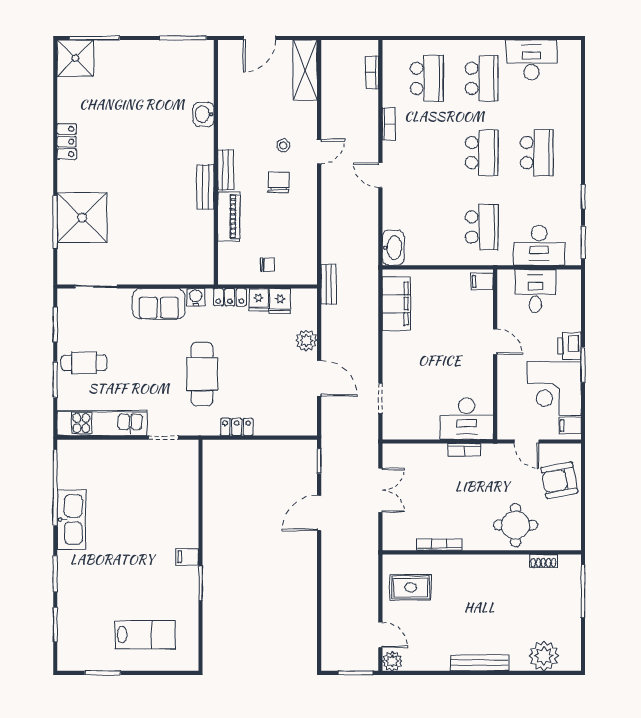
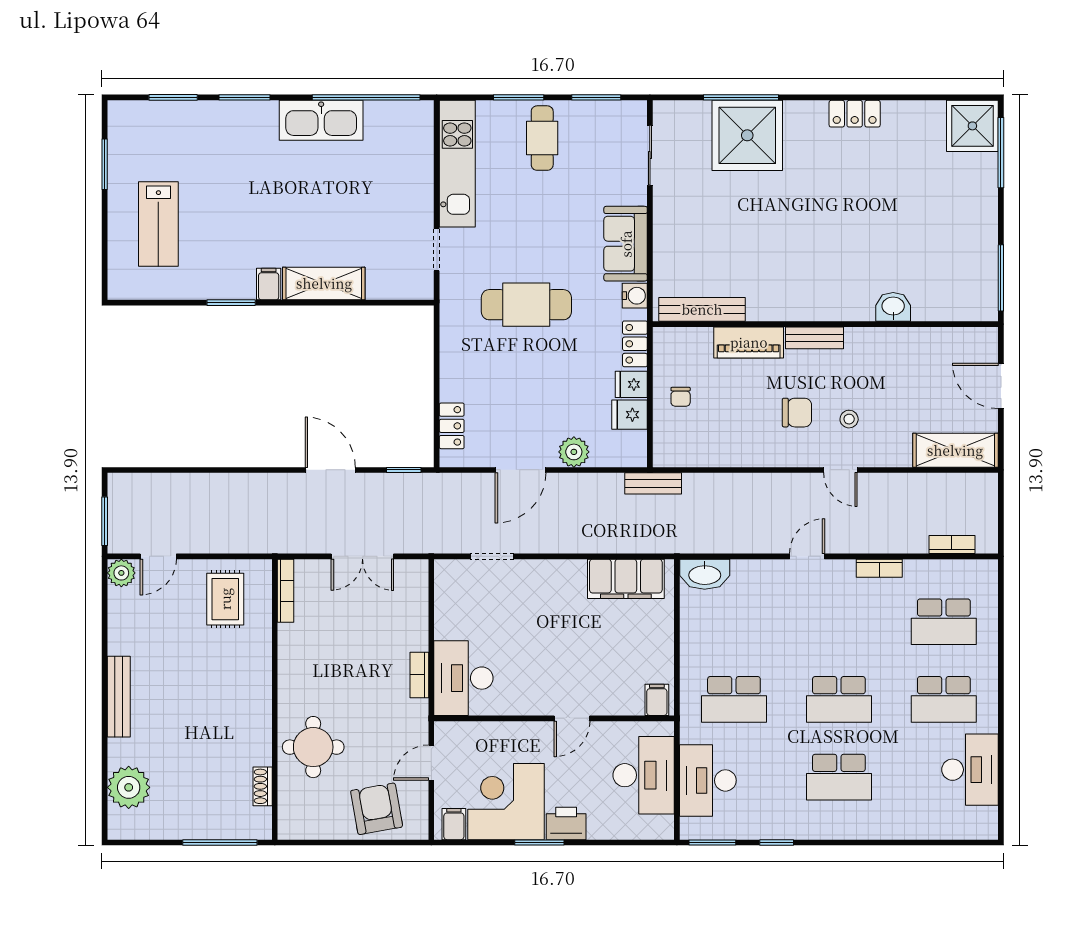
bench: (205, 187) -> (702, 309), moved, width x1.36
desk: (535, 291) -> (644, 775), width x1.37
locker: (237, 427) -> (452, 426), moved
shelving: (187, 518) -> (324, 283), added
bookcase: (439, 545) -> (286, 591), moved

